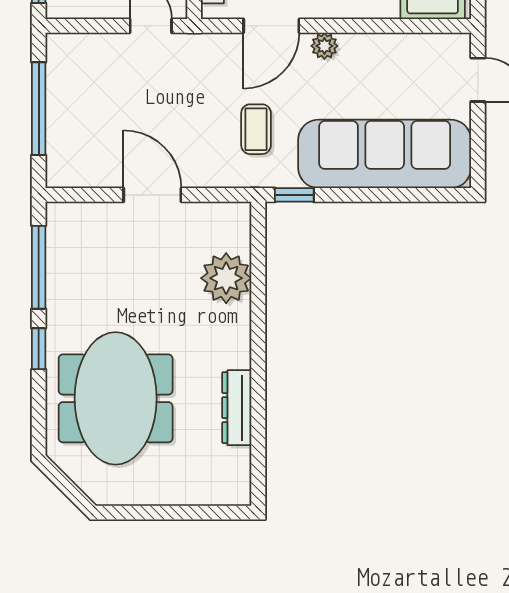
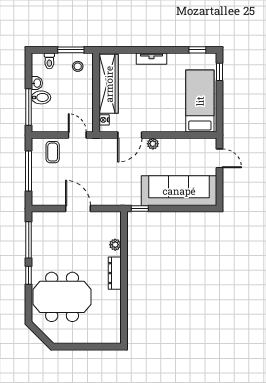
coffee table: (256, 129) -> (53, 152), moved
plant: (226, 278) -> (115, 245), width x0.53, depth x0.53
meeting table: (116, 398) -> (62, 297), turned 90
dresser: (237, 408) -> (115, 273), moved

